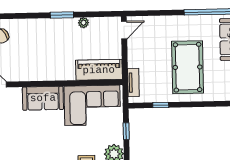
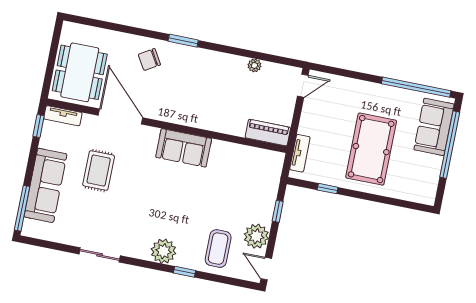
window: (62, 15) -> (183, 41), moved
piano: (99, 70) -> (268, 133), width x0.73, depth x0.75
corner sofa: (92, 105) -> (243, 170), removed

